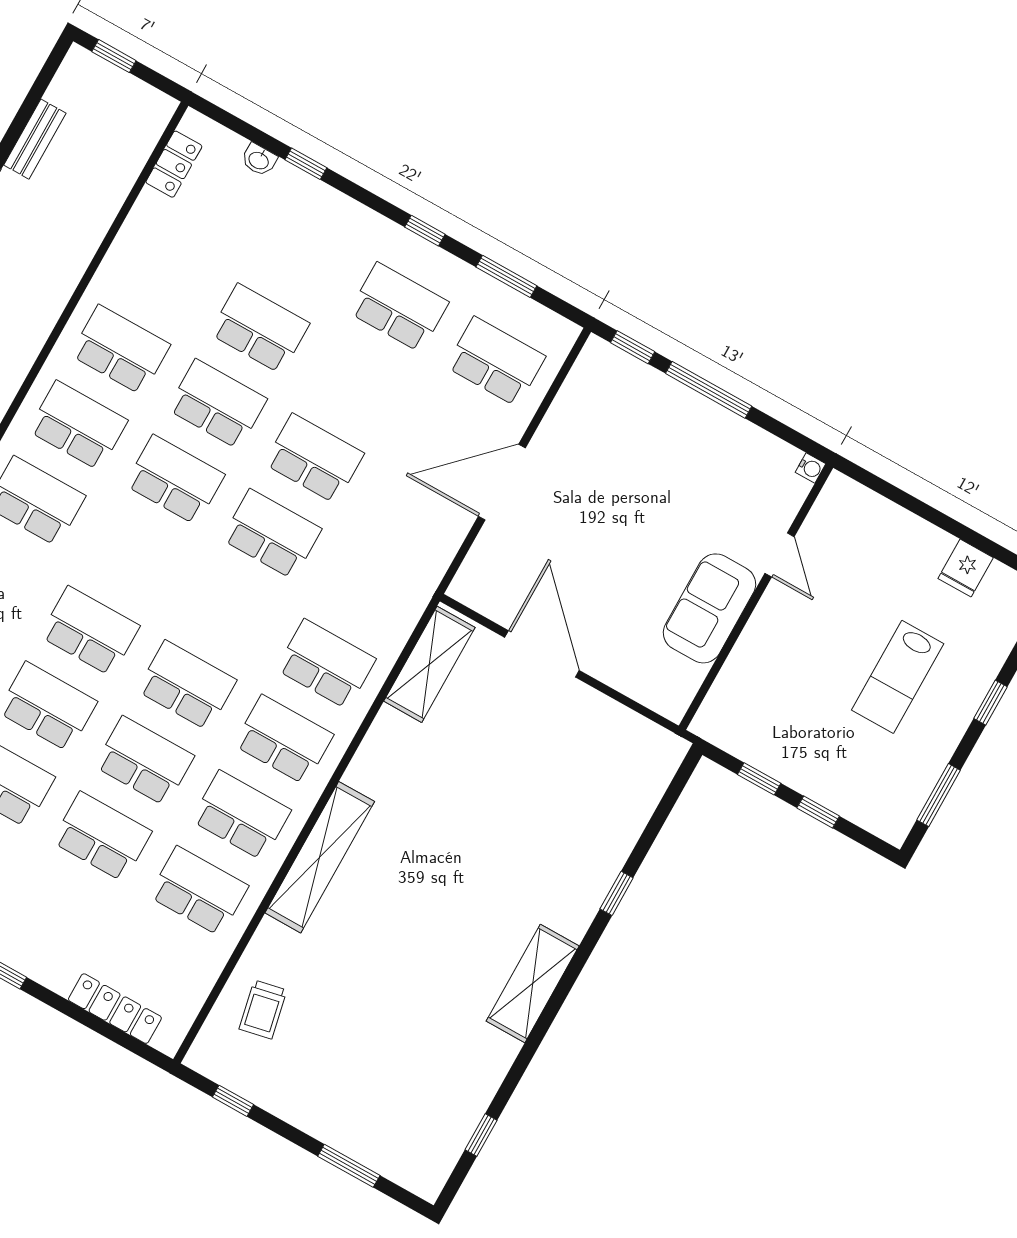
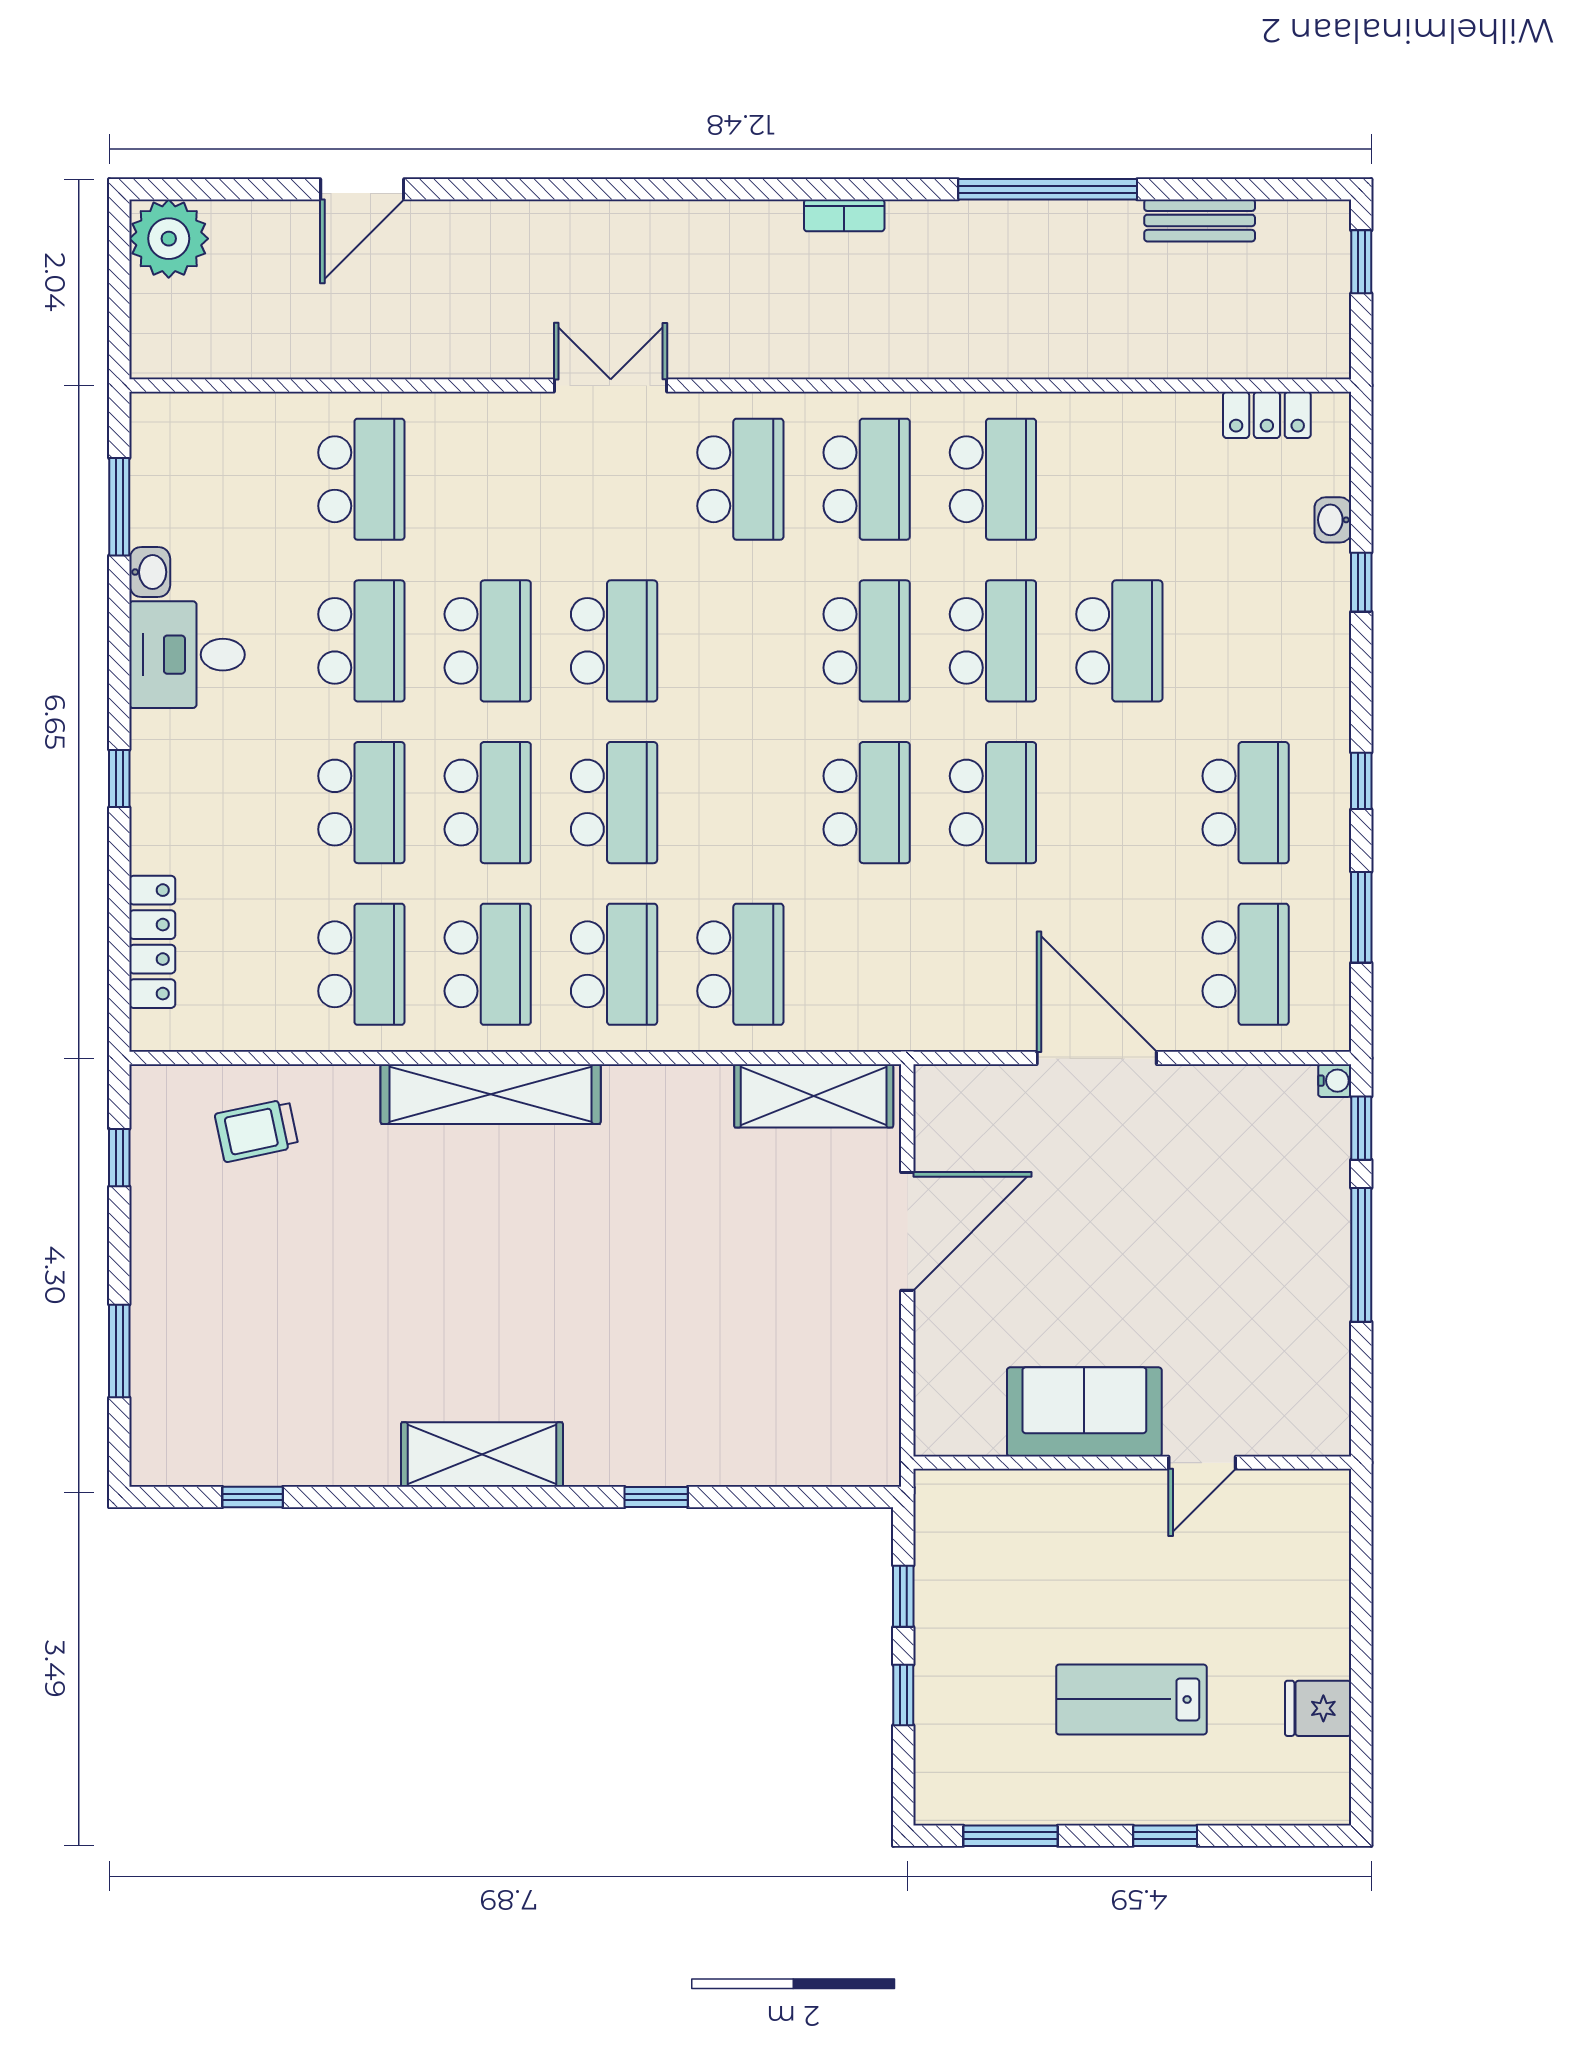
water cooler: (811, 468) -> (1335, 1081), moved, turned -90

